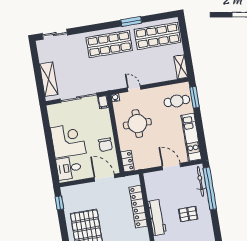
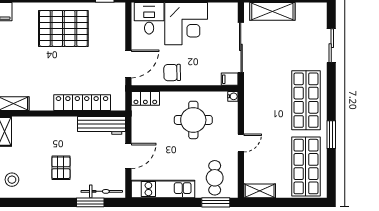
sliding door: (55, 34) -> (331, 46), moved
door: (134, 89) -> (241, 143), moved
window: (210, 189) -> (90, 202), width x0.47
workbench: (157, 217) -> (101, 125), moved

